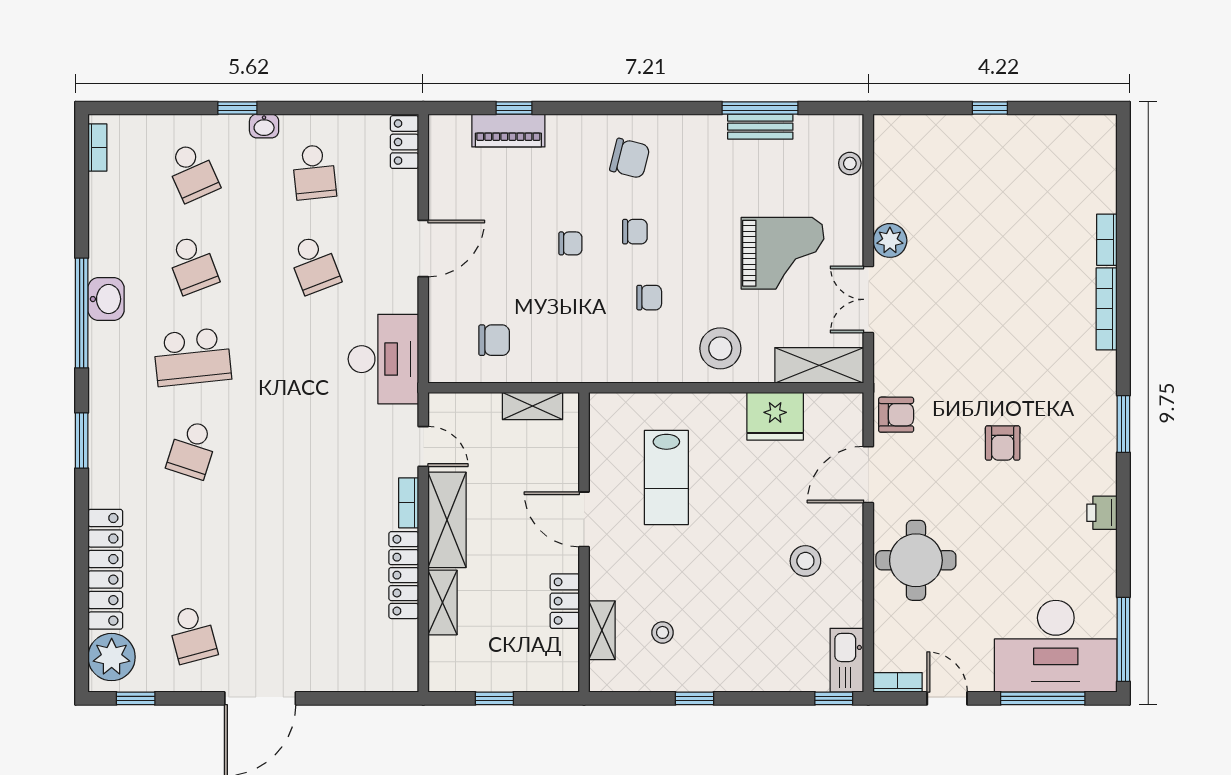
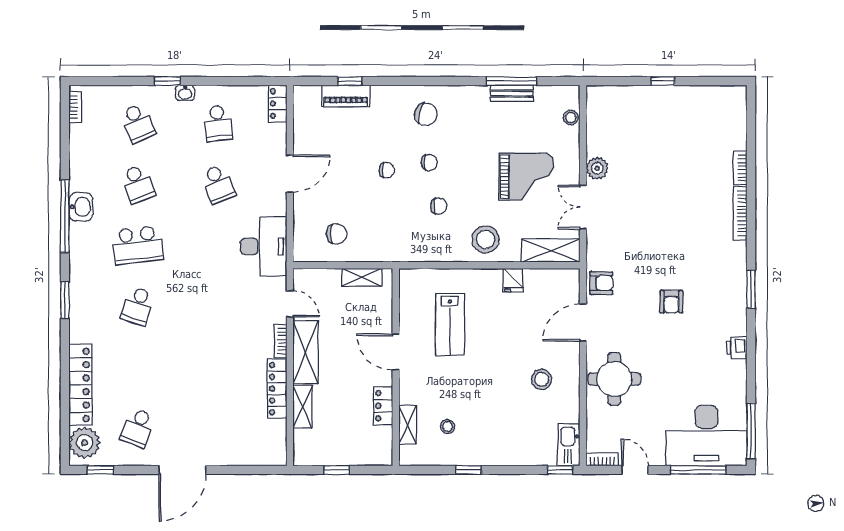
fridge: (775, 416) -> (513, 280), width x0.53, depth x0.75
school desk: (192, 634) -> (138, 428), turned 36

